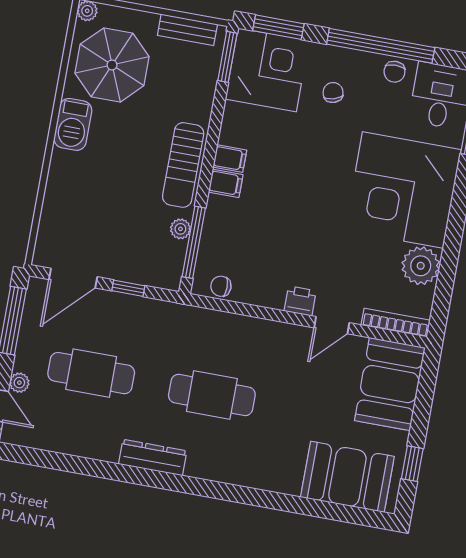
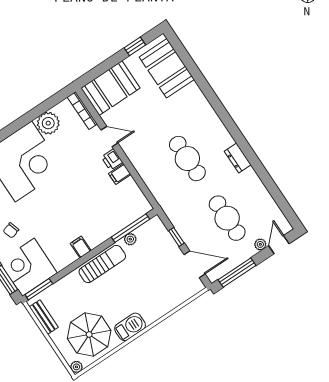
filing cabinet: (226, 183) -> (120, 174), moved, turned -90
chair: (221, 286) -> (138, 199), removed
dresser: (153, 458) -> (238, 158), width x0.70

